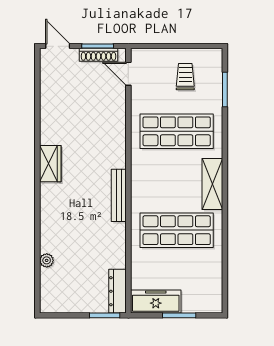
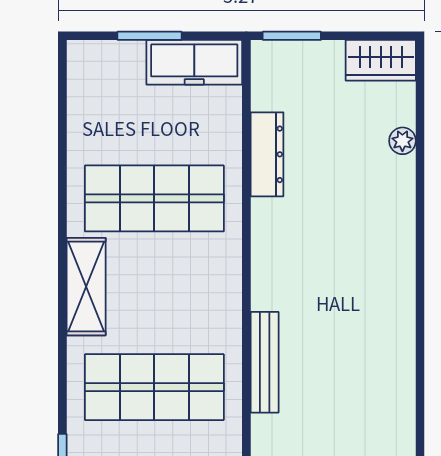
wardrobe: (50, 164) -> (381, 60), moved, turned -90
bench: (119, 195) -> (265, 362), moved
dresser: (118, 291) -> (267, 154), moved

